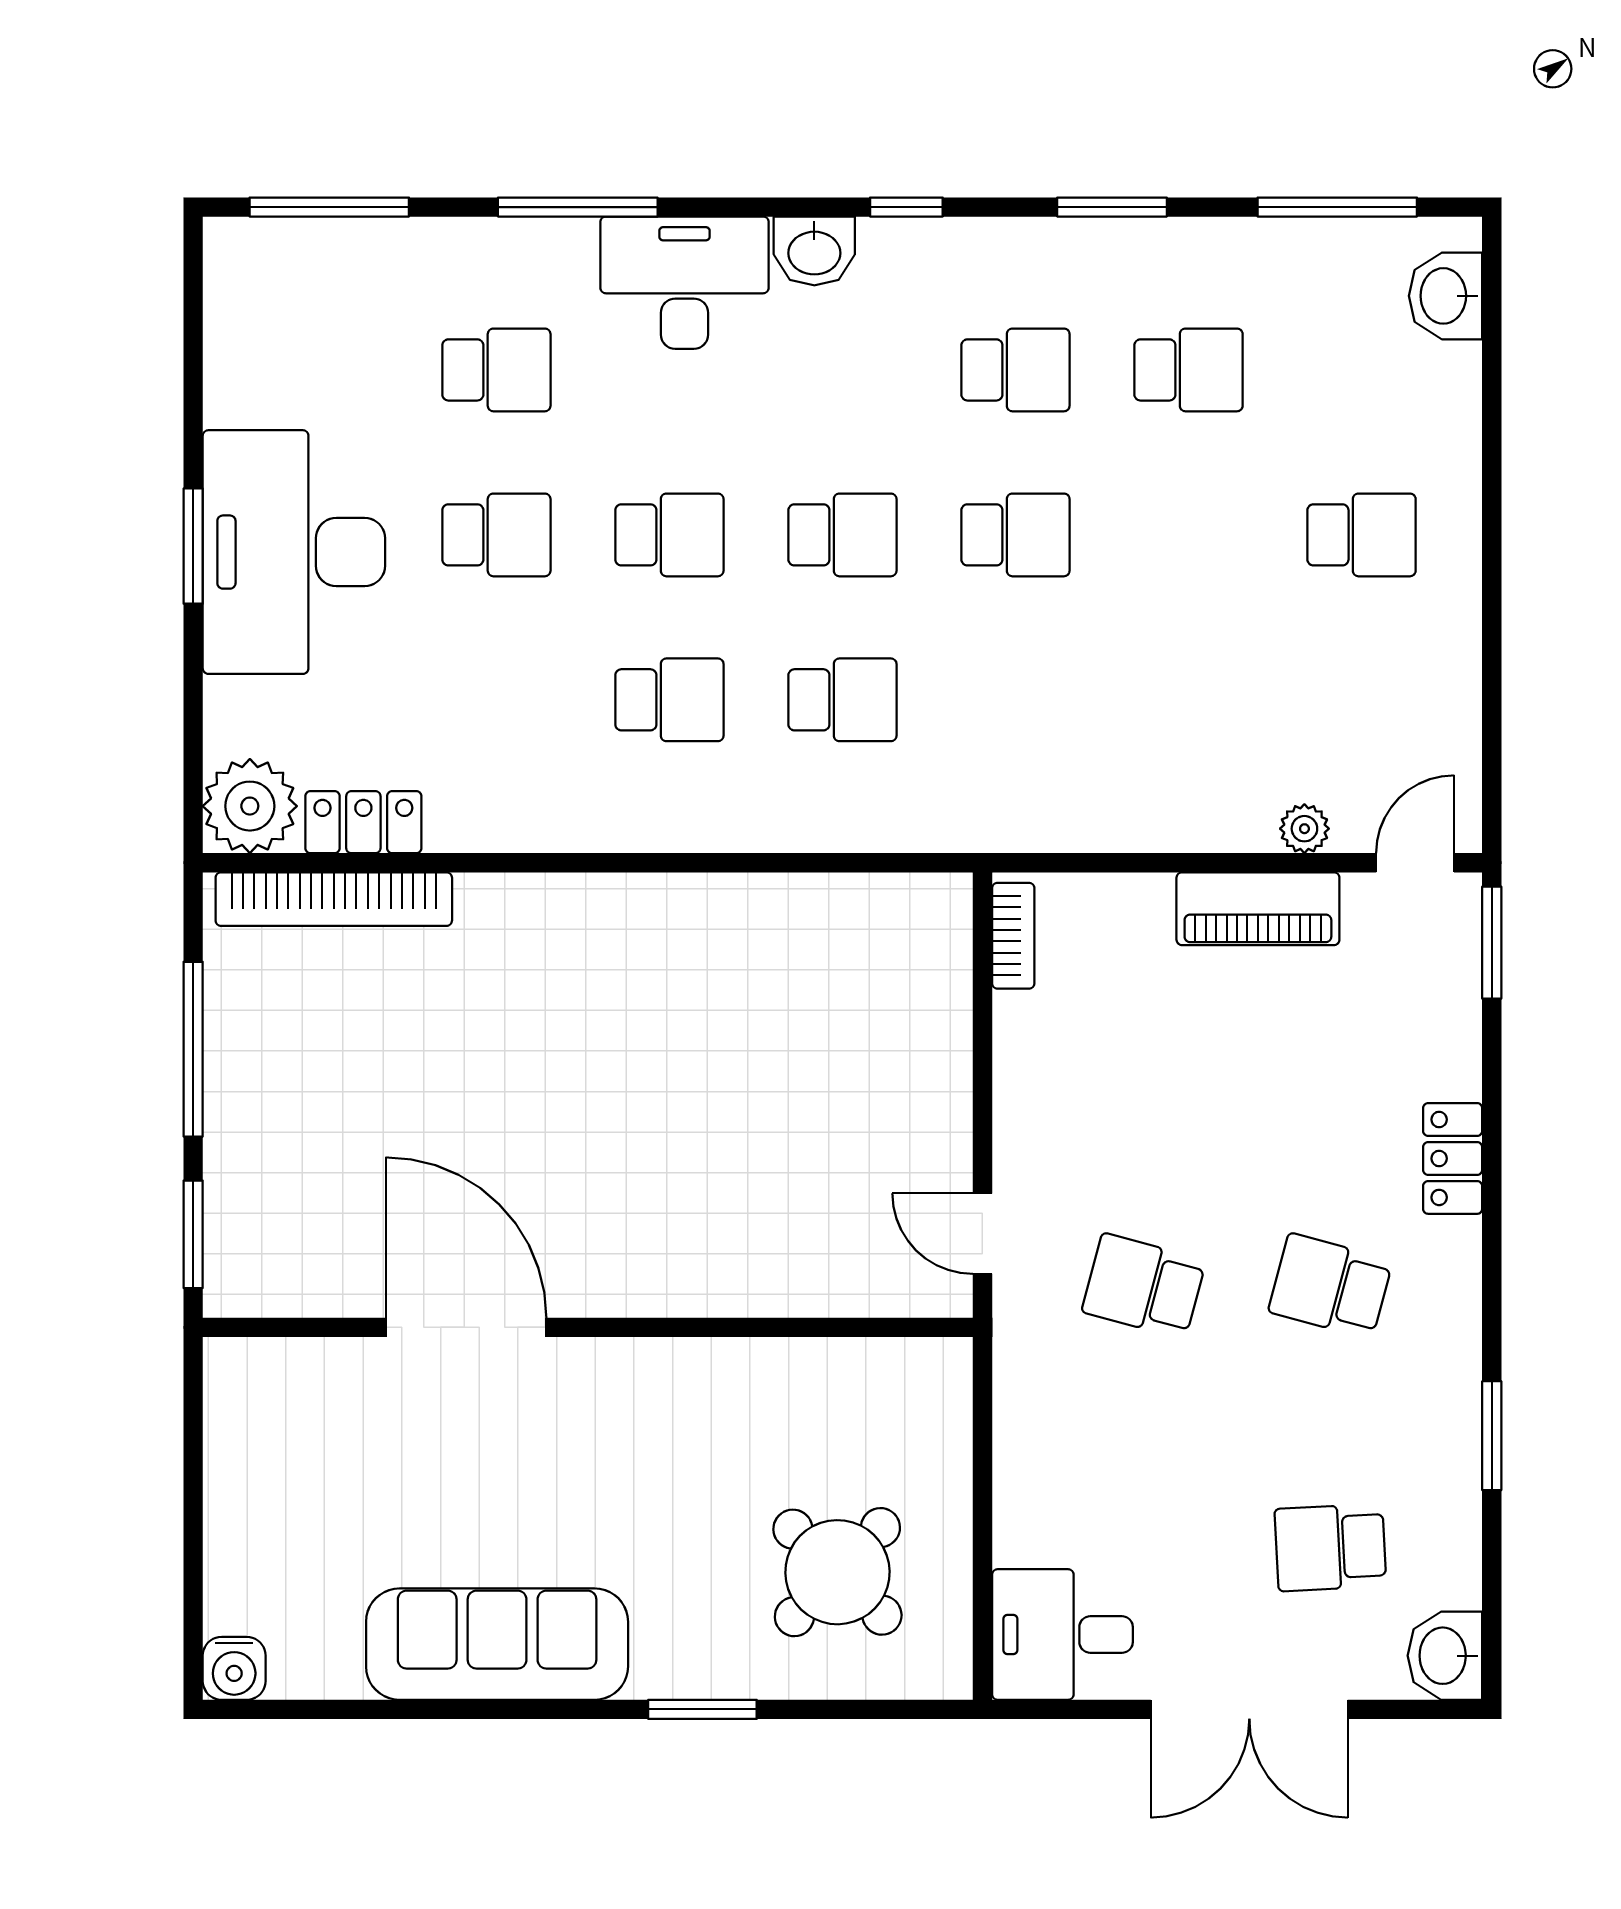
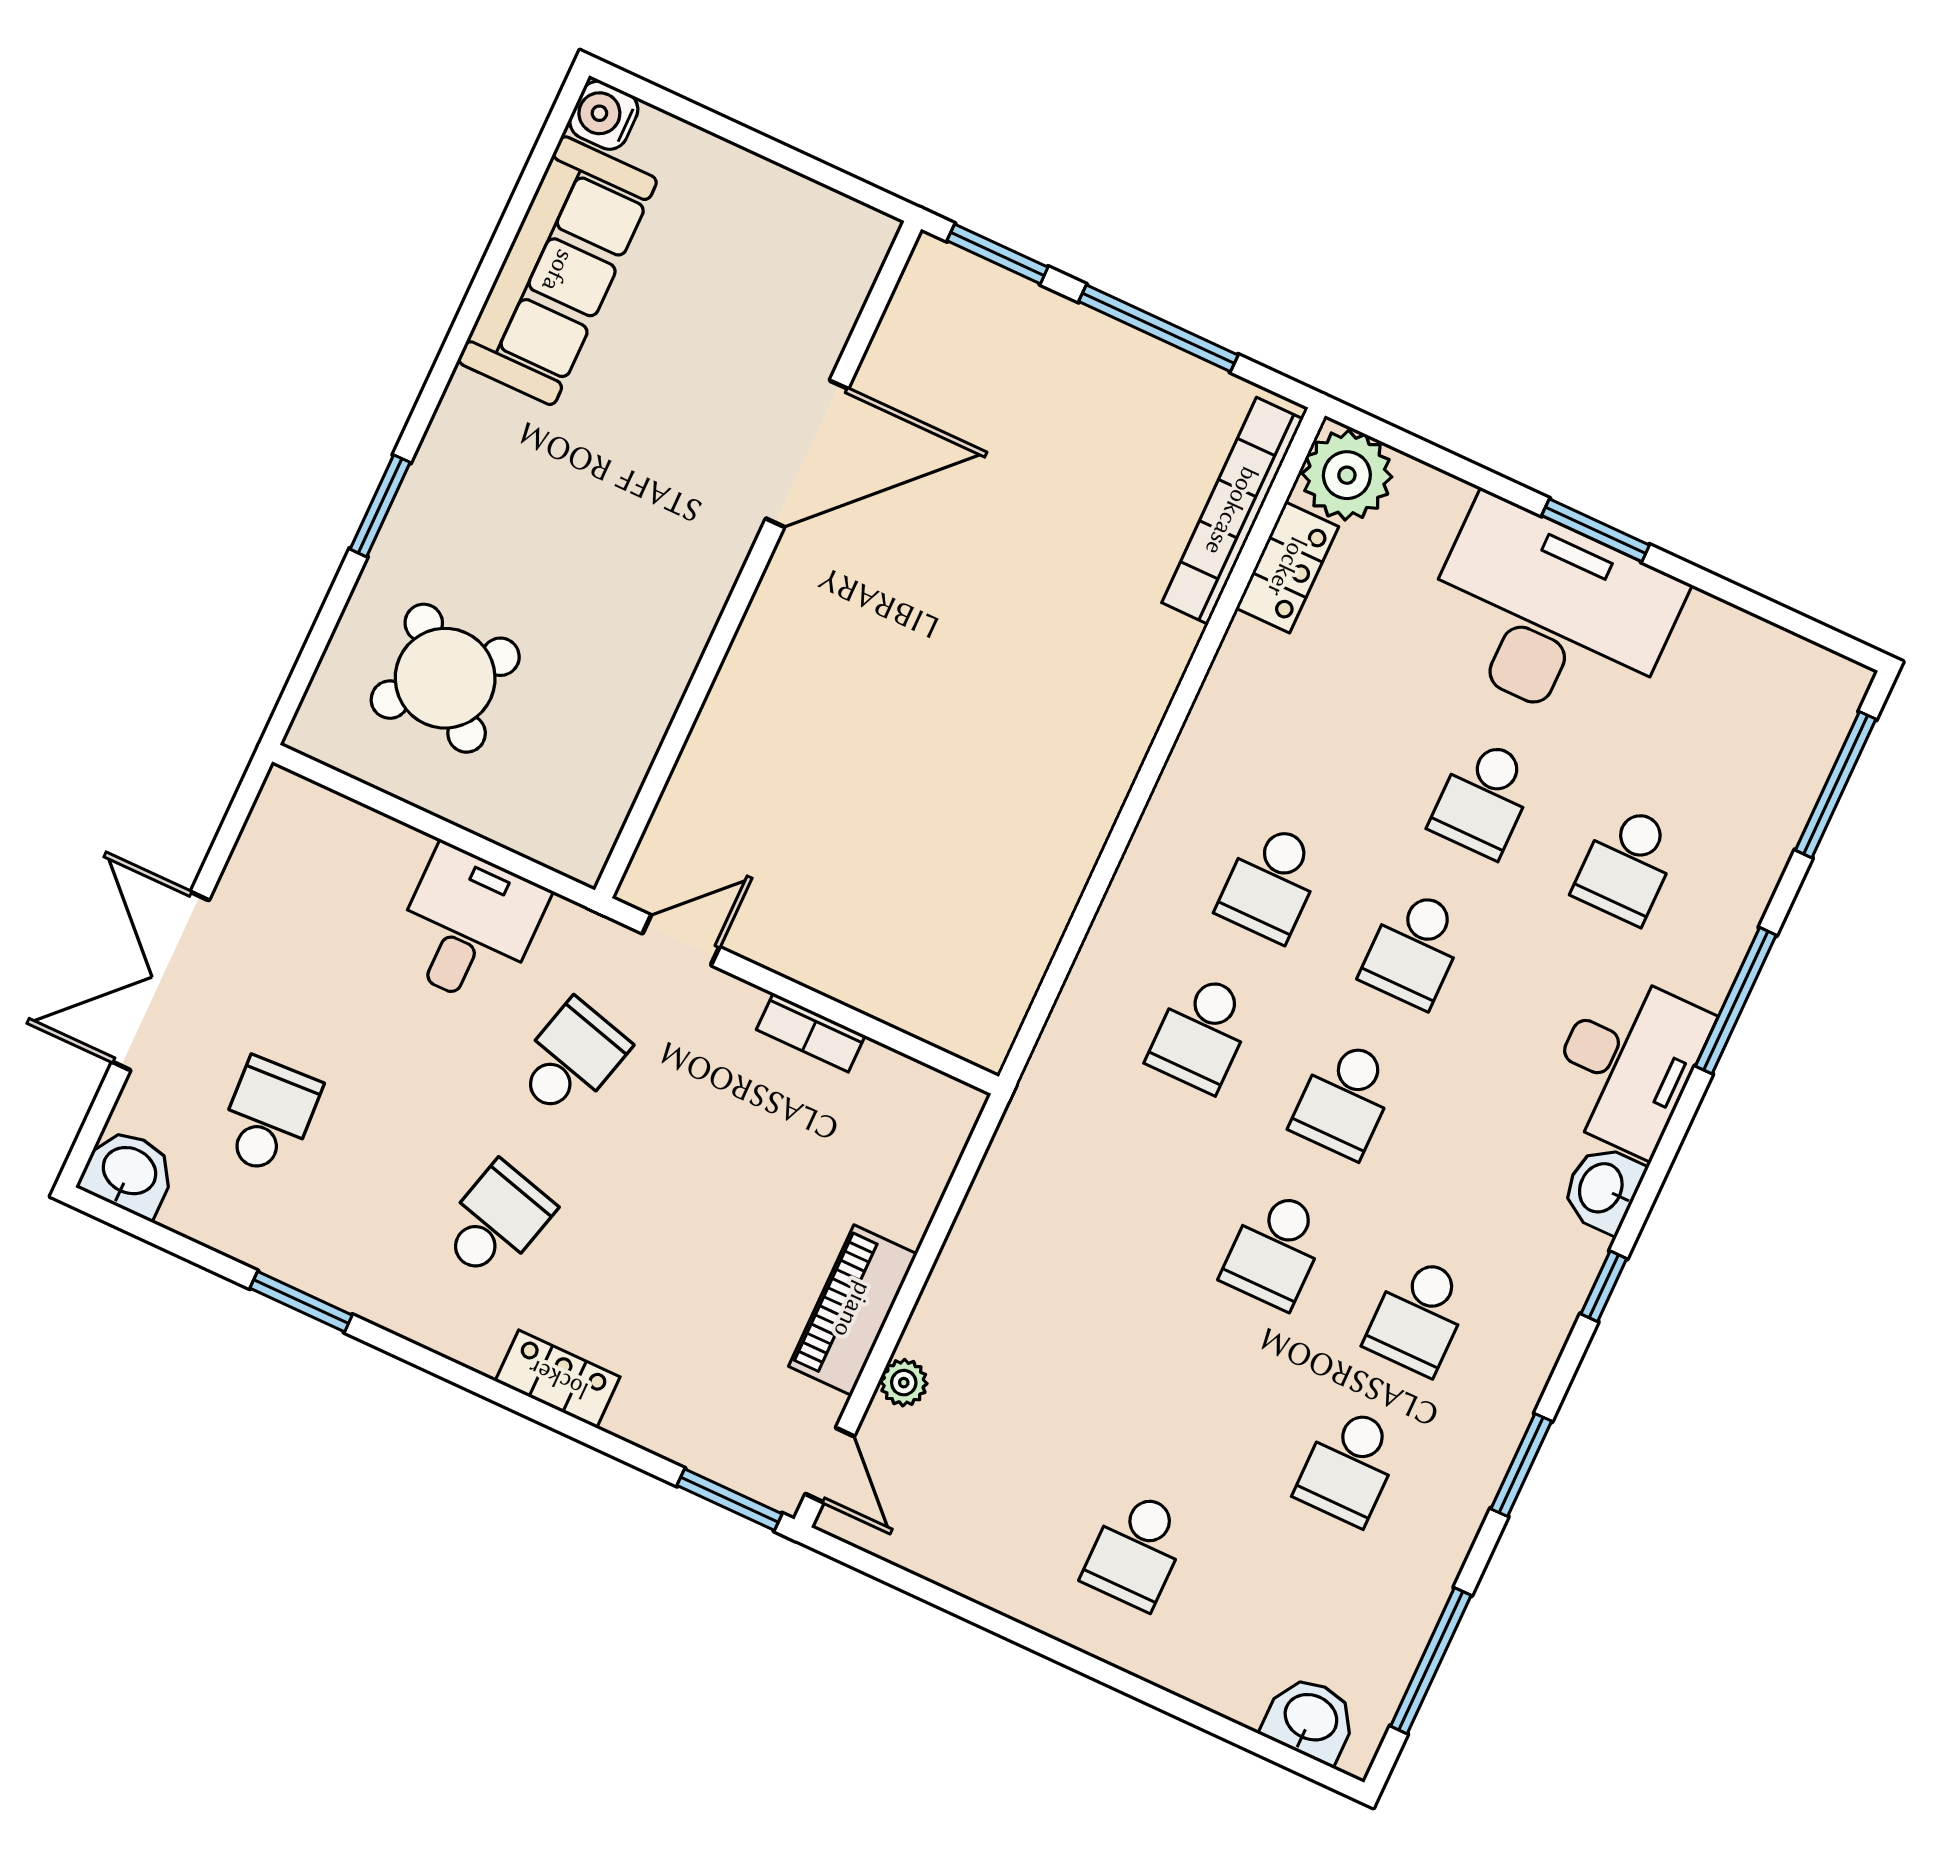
bookcase: (1013, 936) -> (811, 1033), moved
desk: (1062, 1635) -> (469, 926), moved
sofa: (497, 1644) -> (558, 271), moved

